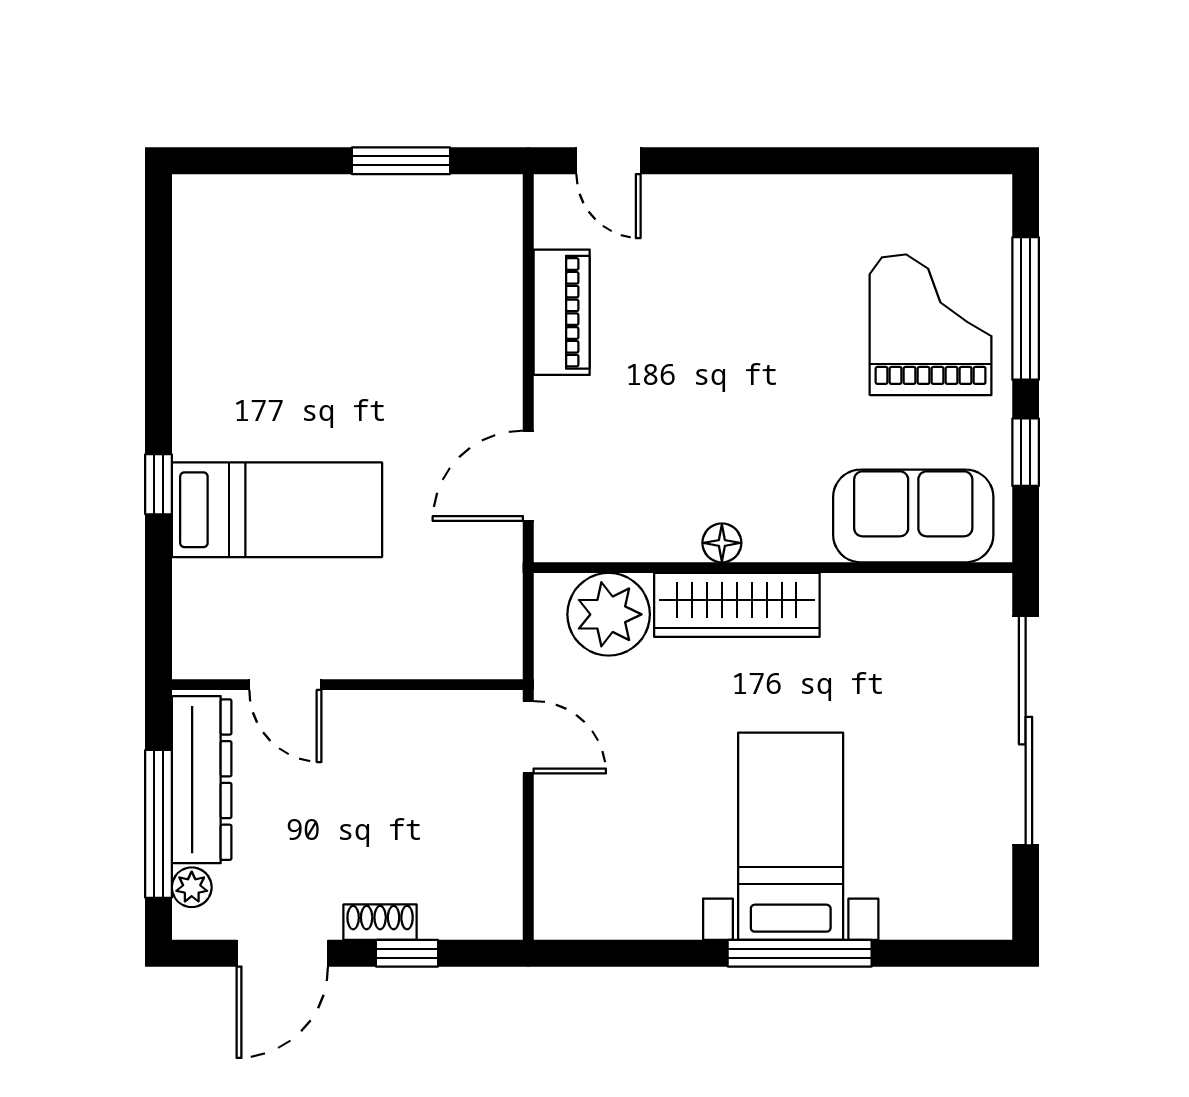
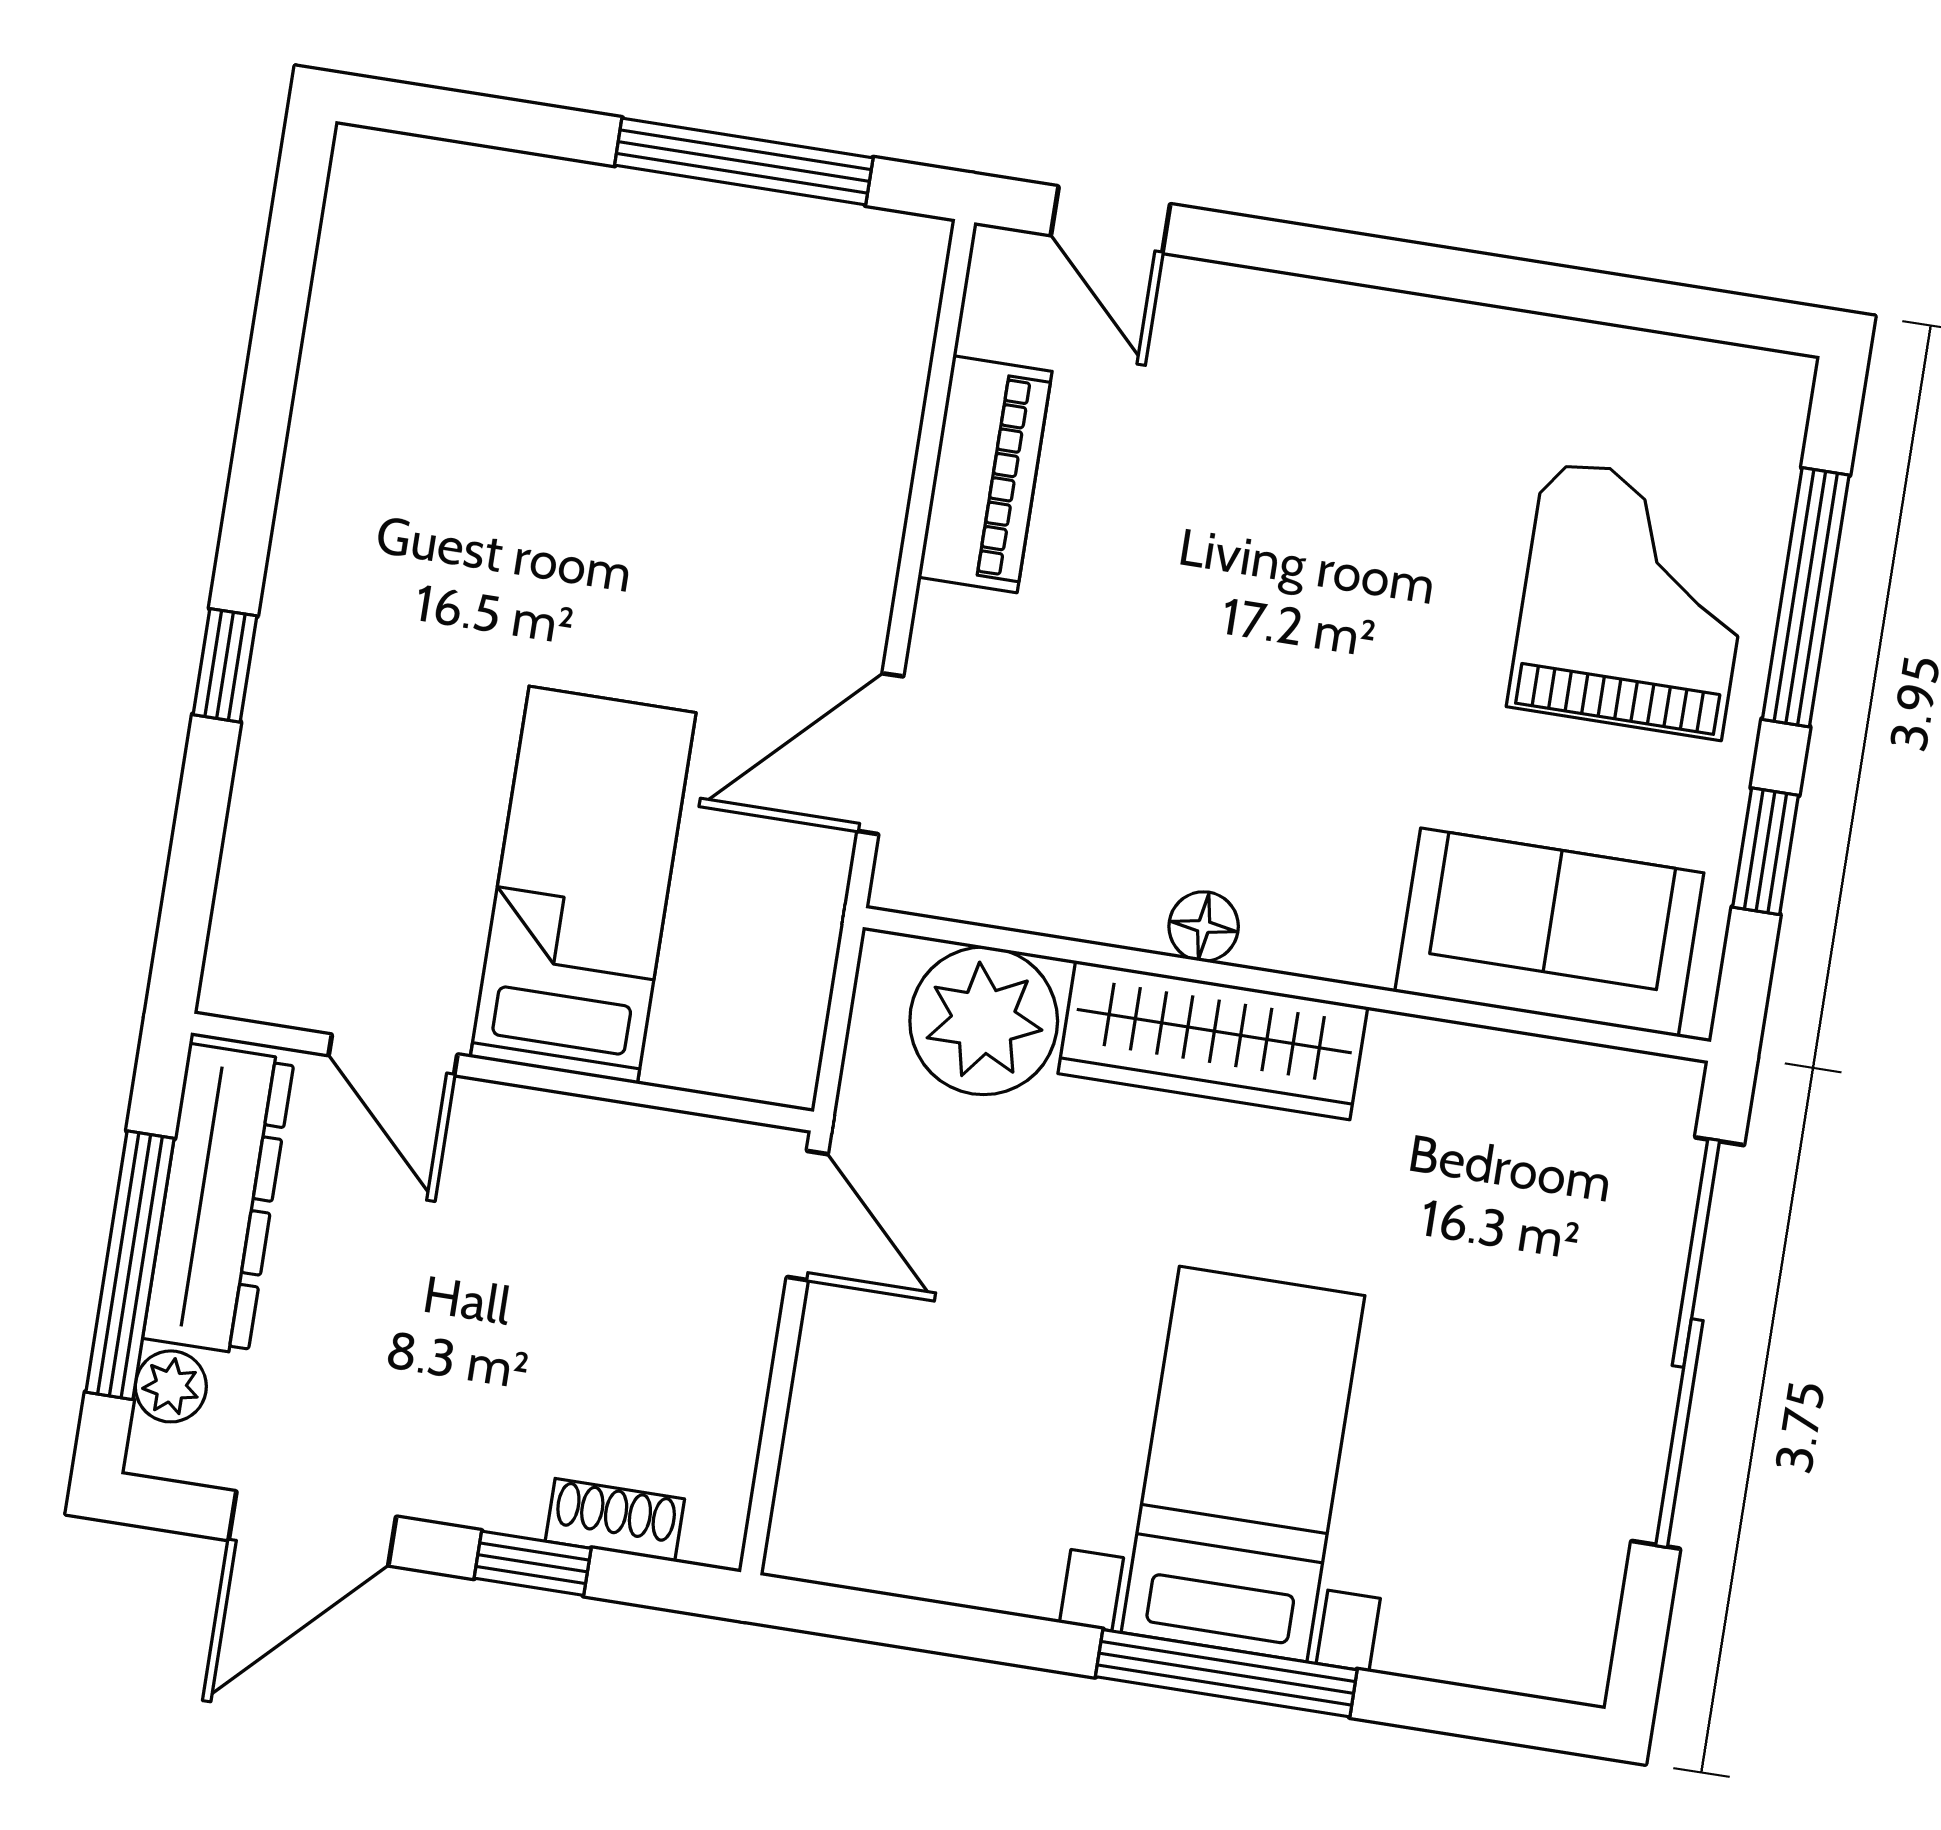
window: (401, 161) -> (744, 162), width x1.44
bed: (277, 510) -> (583, 885), moved, turned -90
shoe rack: (380, 922) -> (615, 1520), moved

